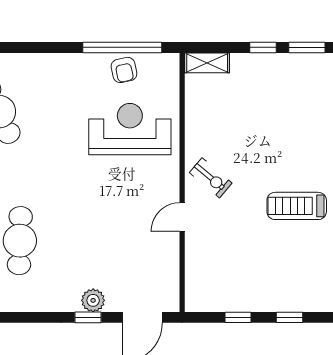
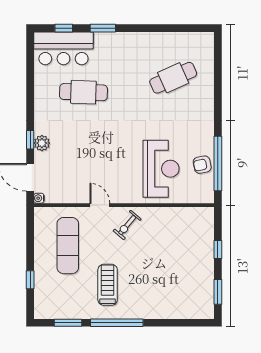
window: (263, 47) -> (218, 249), moved
shelving: (207, 63) -> (207, 222), removed
exercise mat: (240, 263) -> (68, 246), added
water cooler: (172, 305) -> (39, 198), added
window: (238, 317) -> (30, 244), removed

